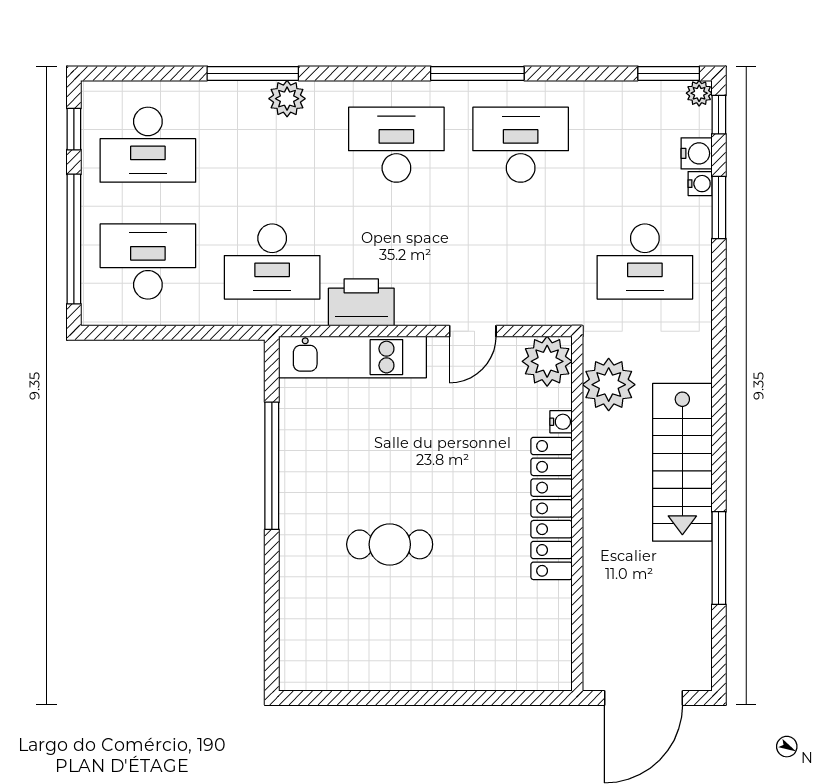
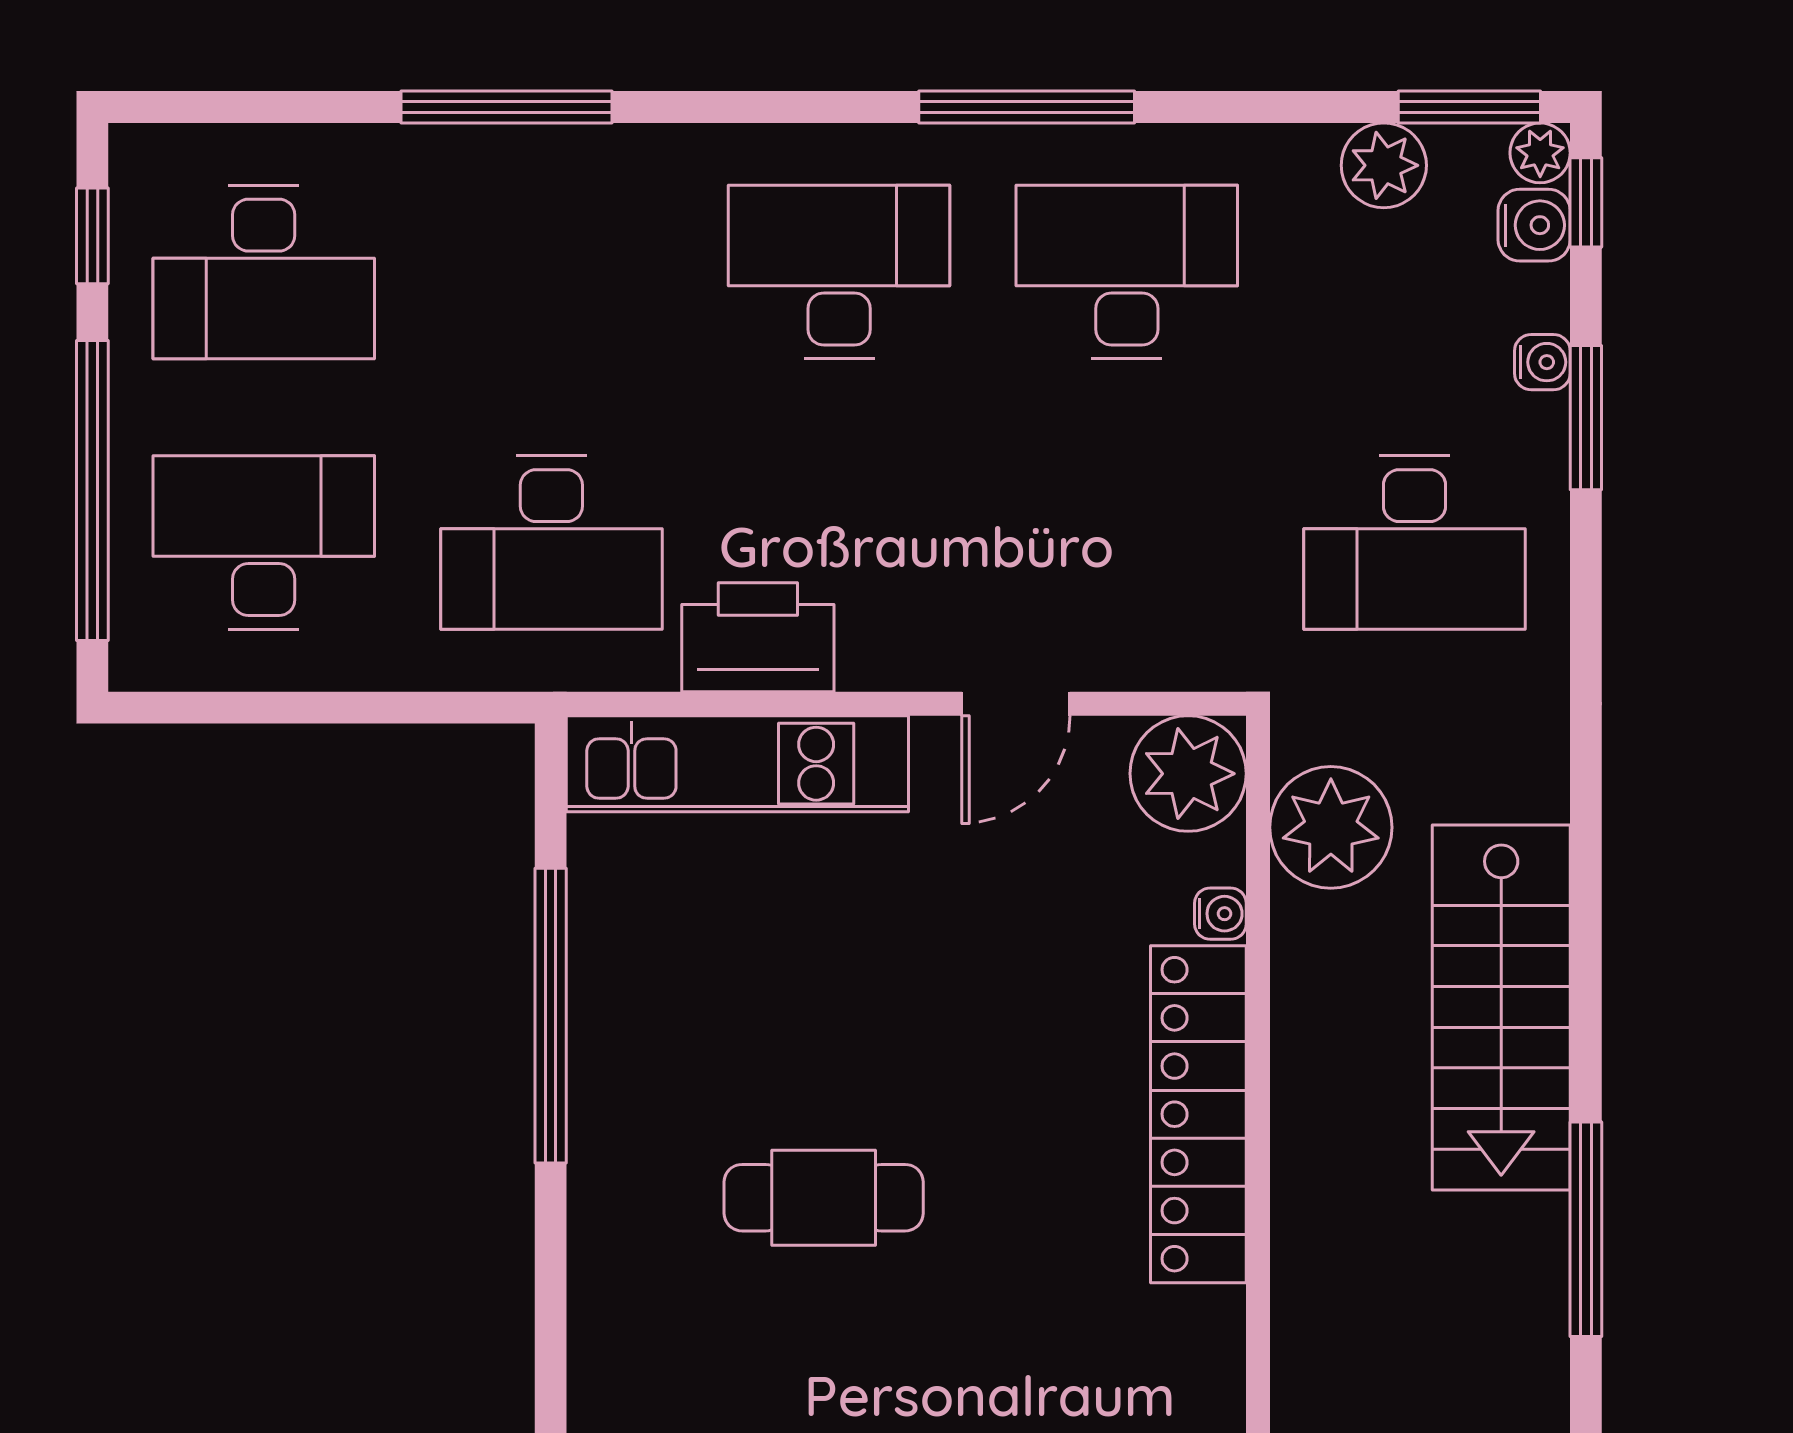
plant: (287, 99) -> (1384, 165), moved
water cooler: (697, 153) -> (1534, 225), moved

